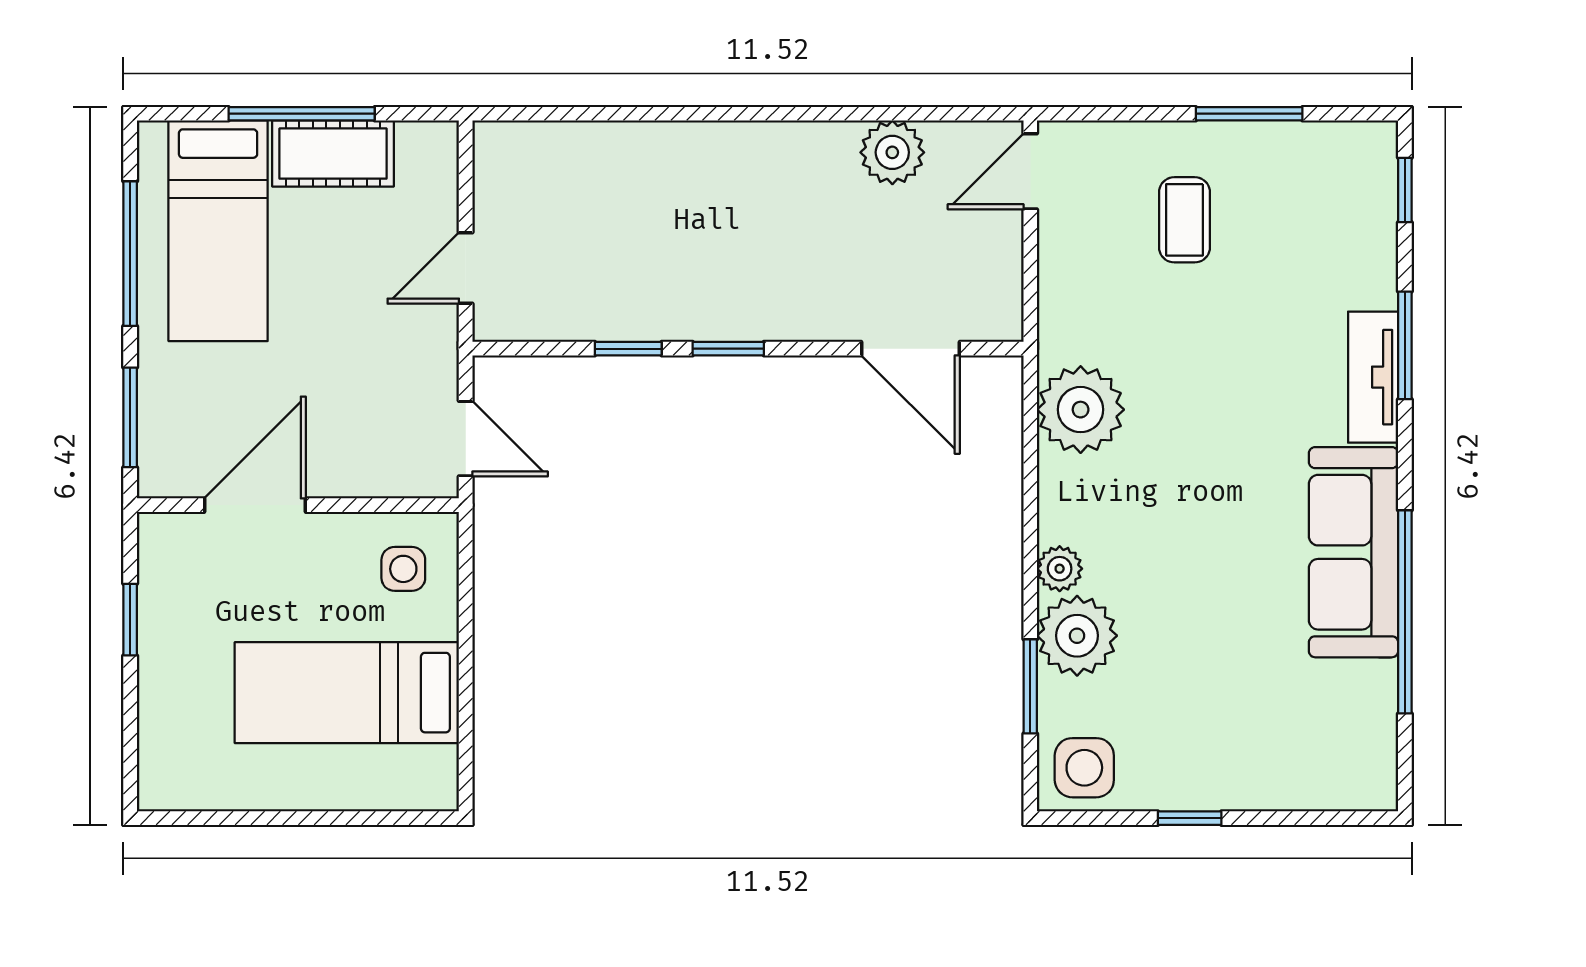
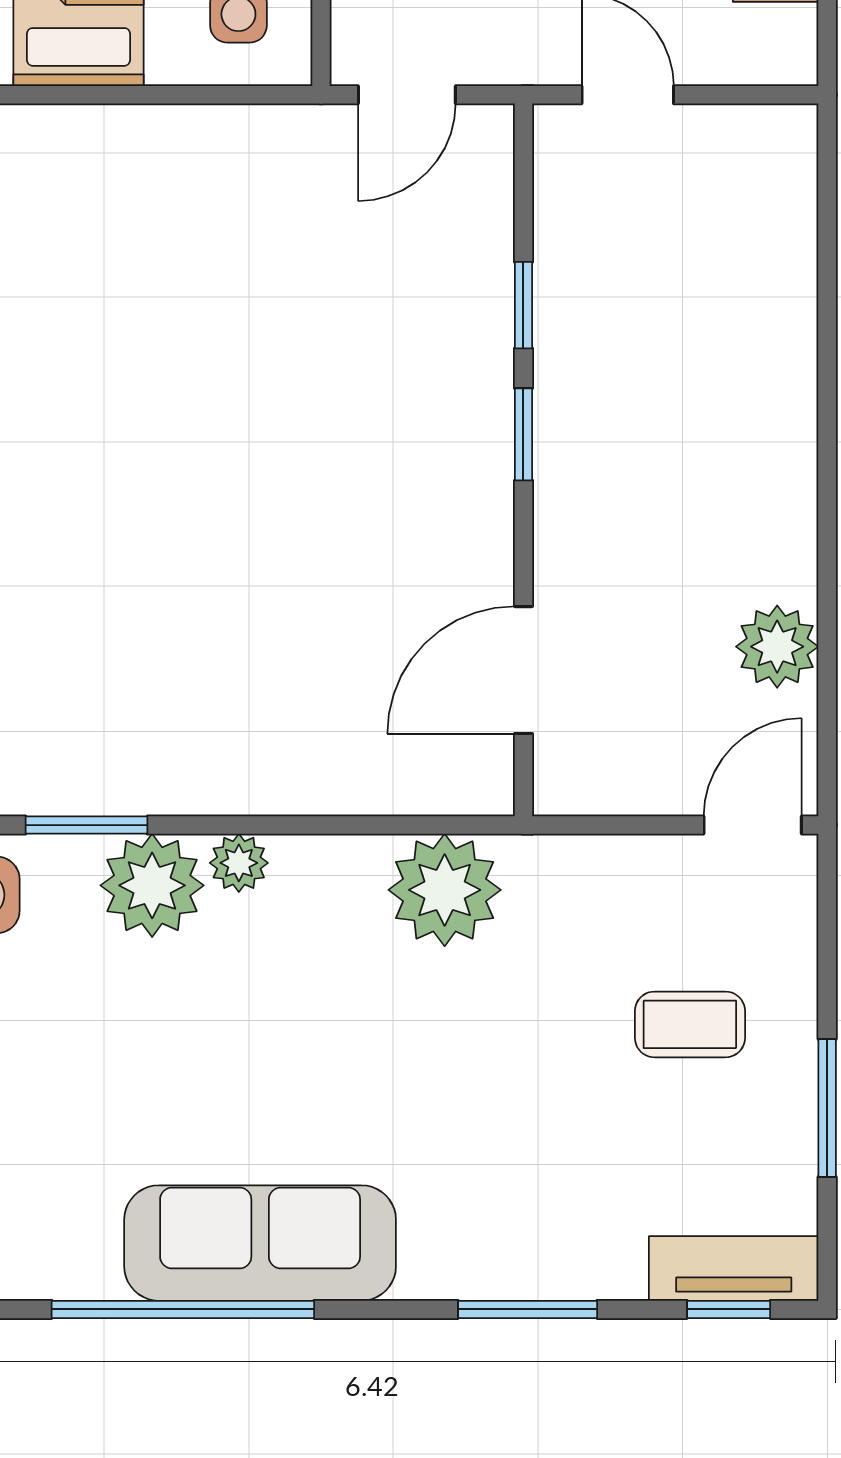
door: (1030, 171) -> (753, 825), hinge flipped
tv unit: (1373, 377) -> (734, 1268), moved

